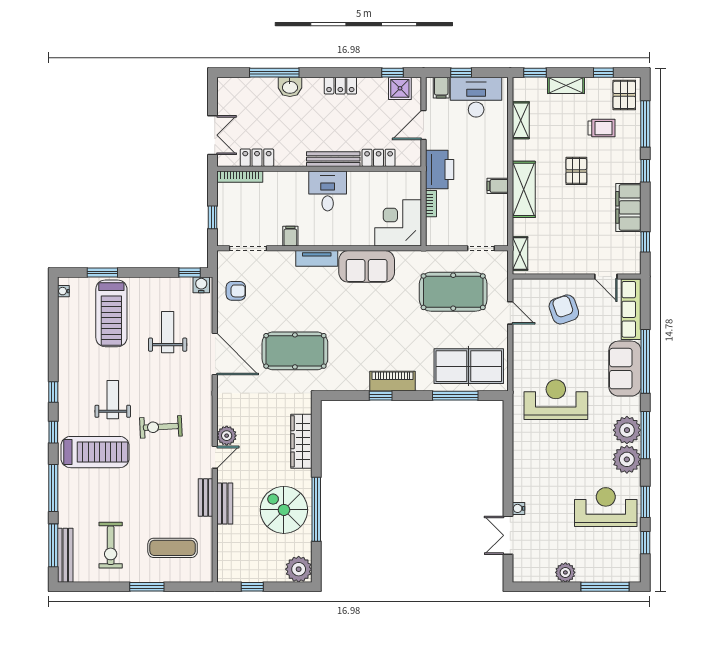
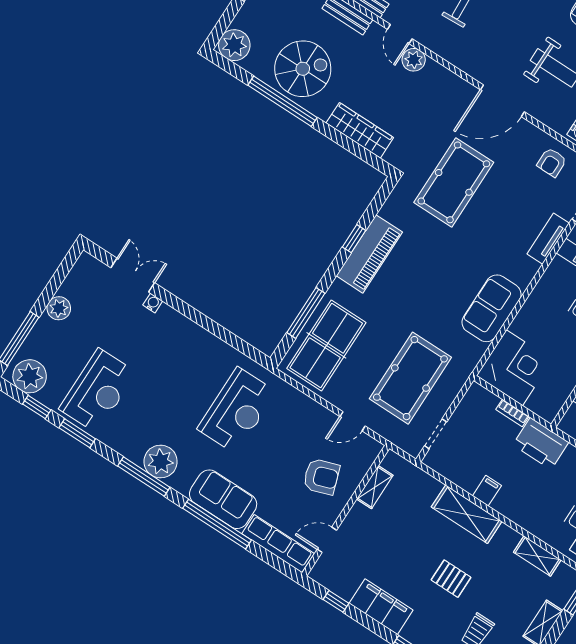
shelving: (520, 254) -> (375, 487), moved, turned 90
tv unit: (317, 258) -> (548, 239), moved
piano: (393, 381) -> (369, 254), width x1.37, depth x1.33
plant: (627, 459) -> (30, 376), moved

